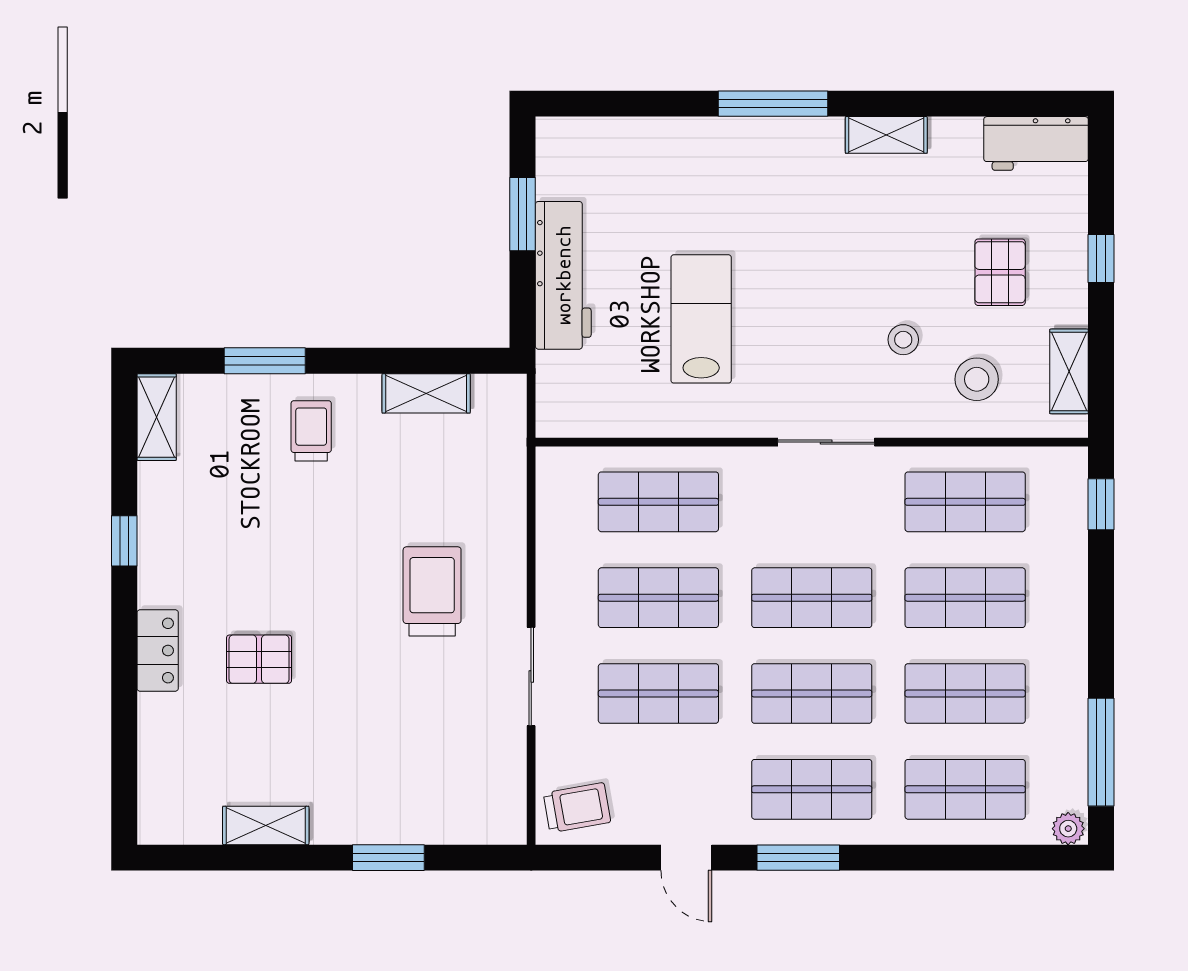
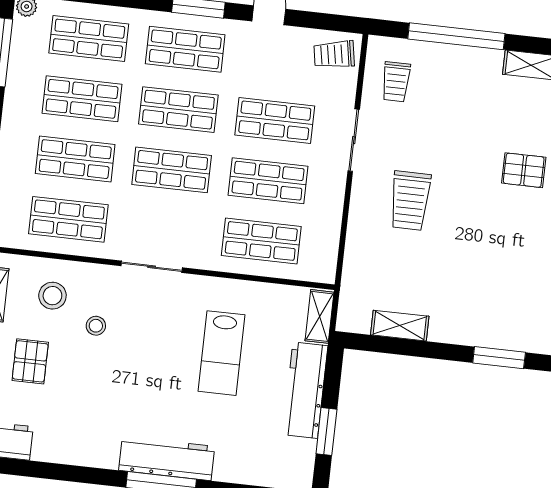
shelving: (886, 135) -> (319, 316), moved, turned 90
workbench: (769, 144) -> (167, 458), added
trolley: (311, 431) -> (396, 82), moved
window: (388, 858) -> (456, 36), width x2.11

